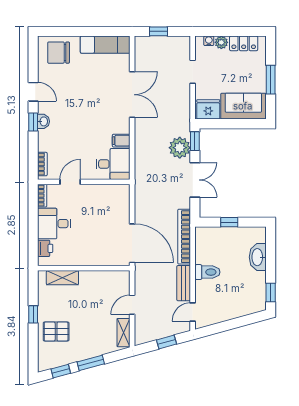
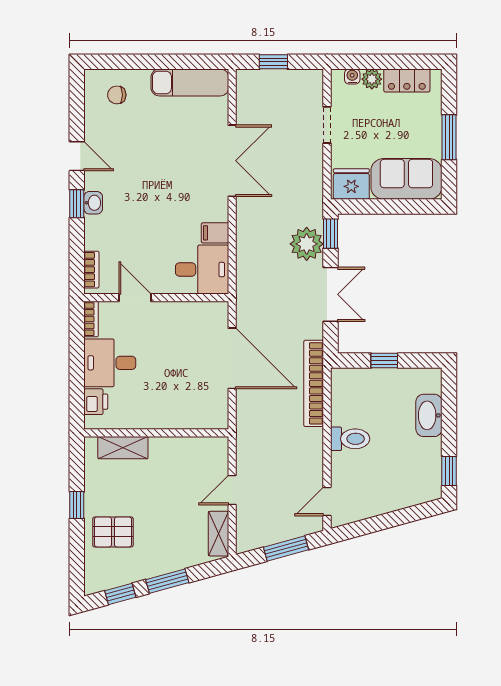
chair: (59, 53) -> (117, 95), width x0.54, depth x0.54
door: (70, 182) -> (135, 298), hinge flipped
door: (132, 243) -> (232, 358), moved
bench: (184, 283) -> (313, 456), removed
window: (167, 342) -> (286, 548), width x1.50

